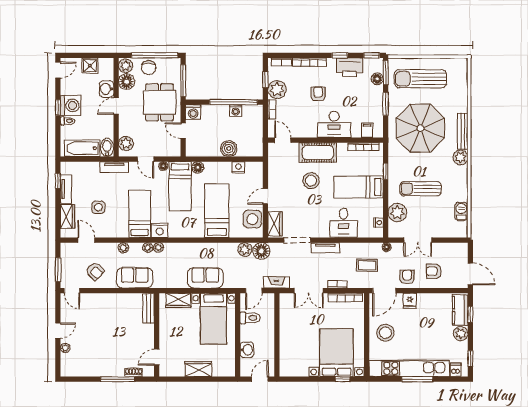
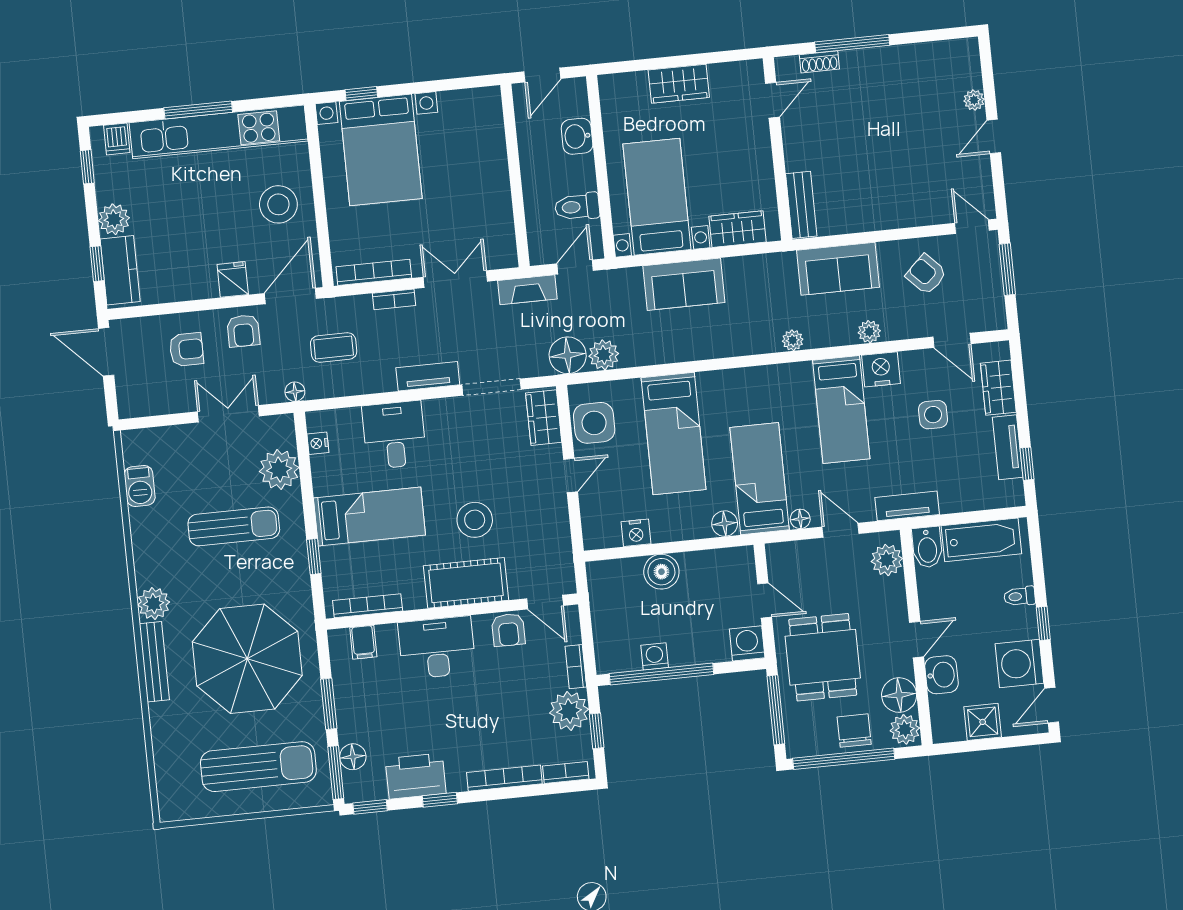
armchair: (318, 94) -> (508, 630), moved
washing machine: (71, 105) -> (1019, 663), moved
nightstand: (160, 230) -> (881, 369), moved
plant: (148, 248) -> (816, 338), removed

